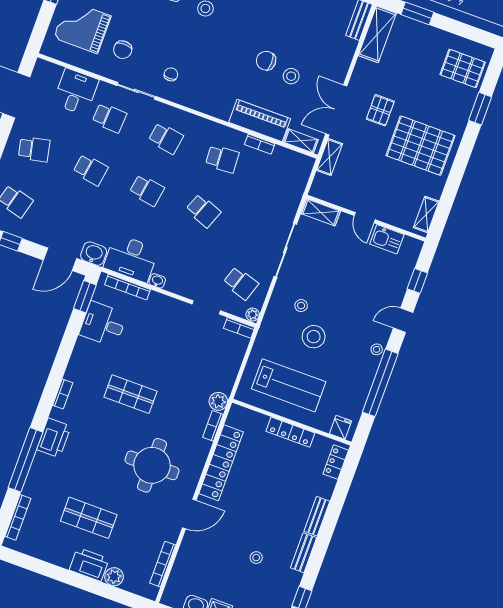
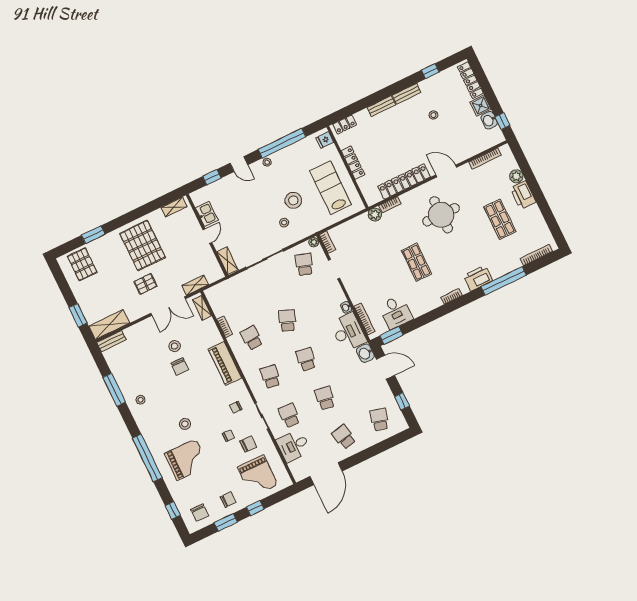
chair: (151, 39) -> (228, 436), added
piano: (260, 120) -> (225, 363), moved

